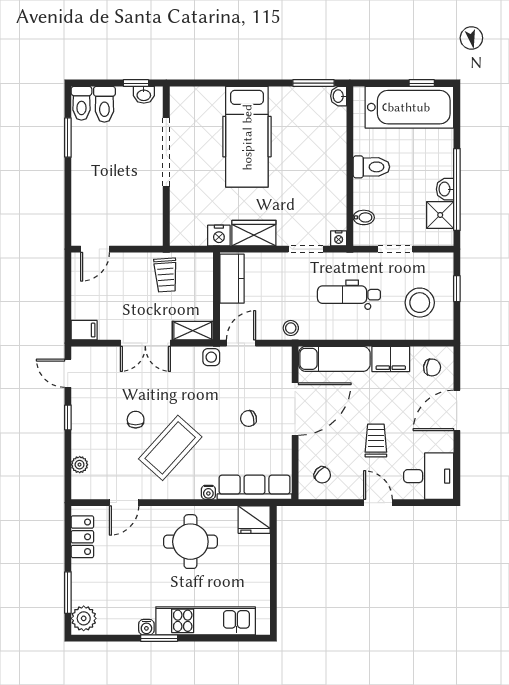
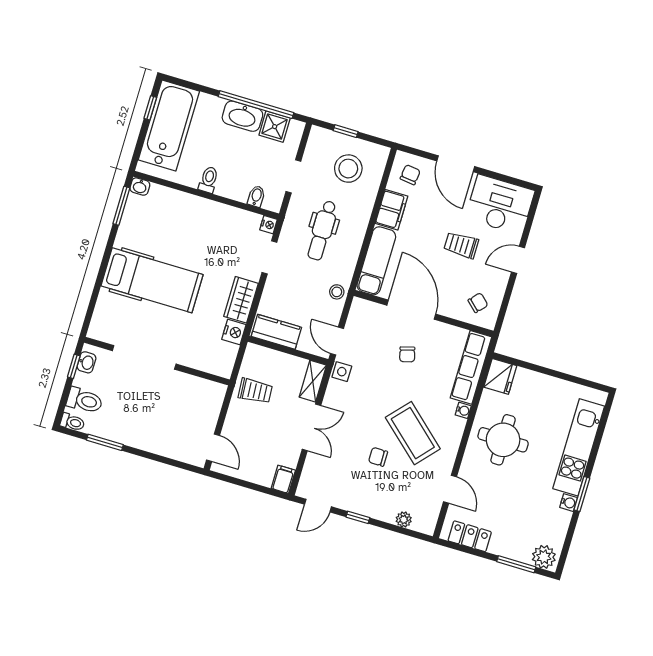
toilet: (81, 103) -> (72, 422), width x0.73, depth x0.72
toilet: (371, 167) -> (209, 180), width x0.73, depth x0.72
washbasin: (445, 189) -> (242, 116), width x1.91, depth x1.45
desk: (429, 476) -> (500, 205), width x1.37

